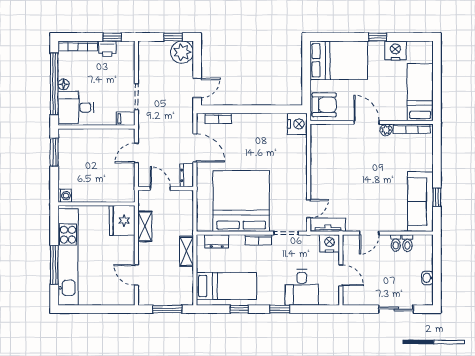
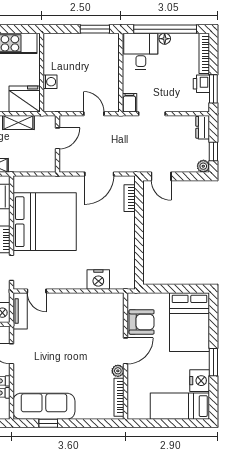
window: (112, 37) -> (213, 89), width x1.50
window: (377, 37) -> (213, 362), width x1.50
plant: (182, 52) -> (203, 166), width x0.53, depth x0.53
bed: (420, 92) -> (180, 406), moved, turned 180
armchair: (324, 105) -> (142, 322), moved, turned -90
nightstand: (297, 124) -> (98, 280), moved
dresser: (187, 175) -> (203, 127), moved, turned -90
washing machine: (65, 196) -> (50, 82), moved, turned -90

